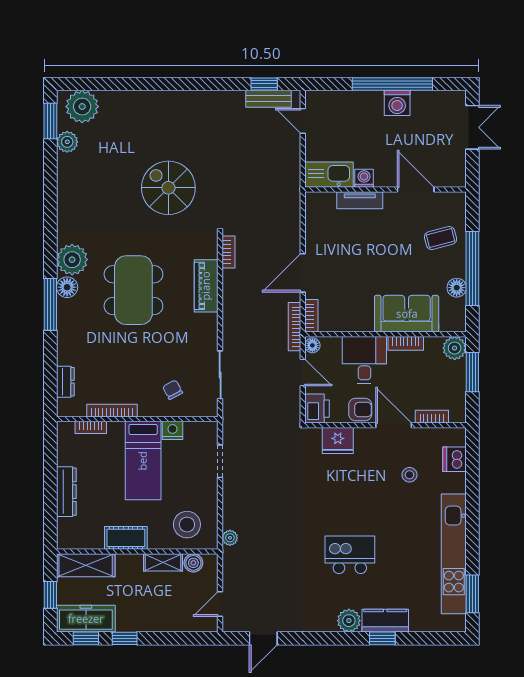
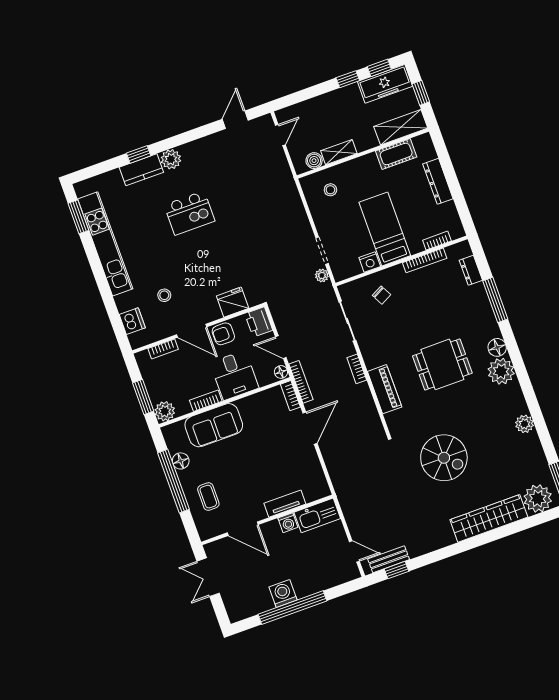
wardrobe: (143, 104) -> (489, 518), added
double door: (472, 127) -> (208, 577), moved
plant: (67, 142) -> (524, 424), moved
coffee table: (441, 238) -> (208, 497), turned -75
bookcase: (229, 252) -> (357, 369), moved
dining table: (133, 290) -> (442, 364), width x0.73
window: (50, 304) -> (495, 300), moved
stool: (187, 525) -> (330, 190), width x0.53, depth x0.53
cot: (126, 538) -> (396, 154), moved
plant: (230, 538) -> (322, 275), moved

